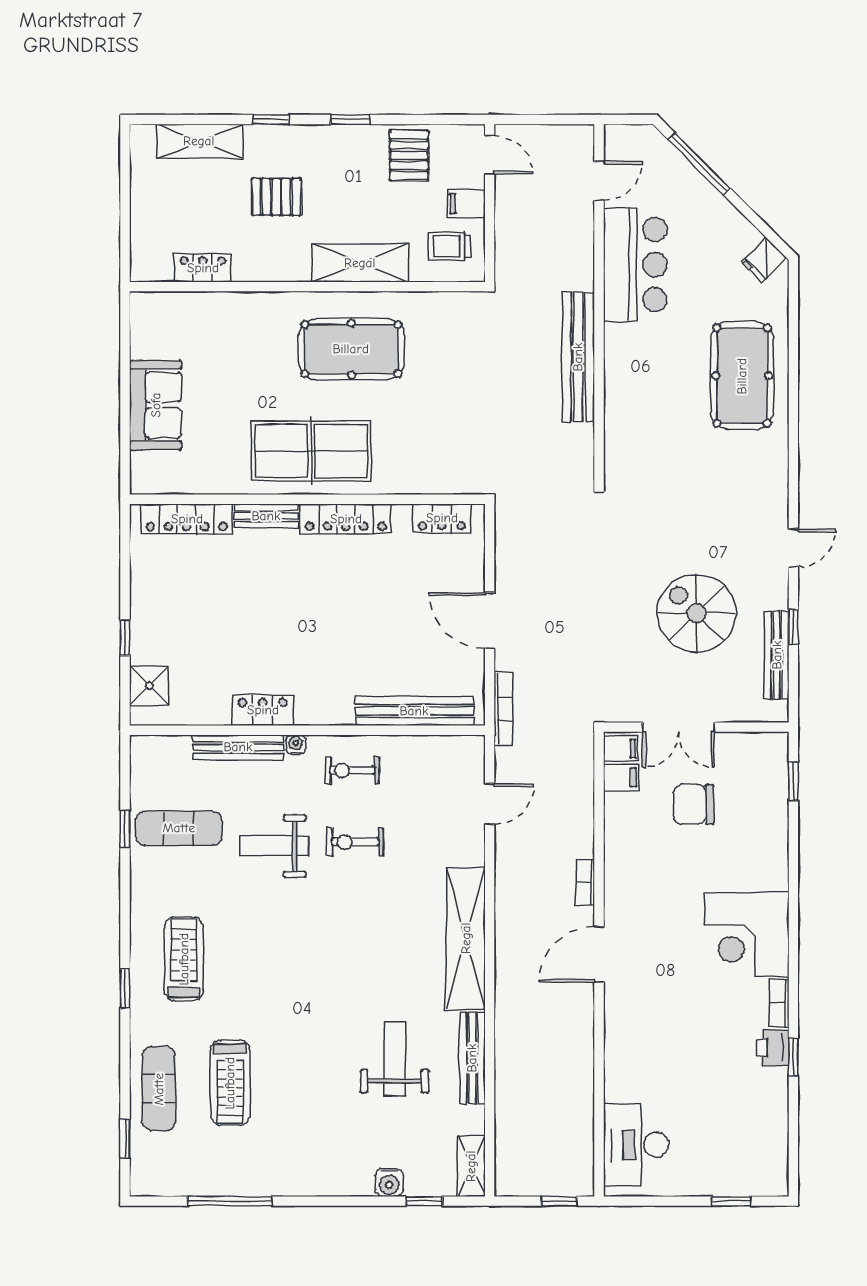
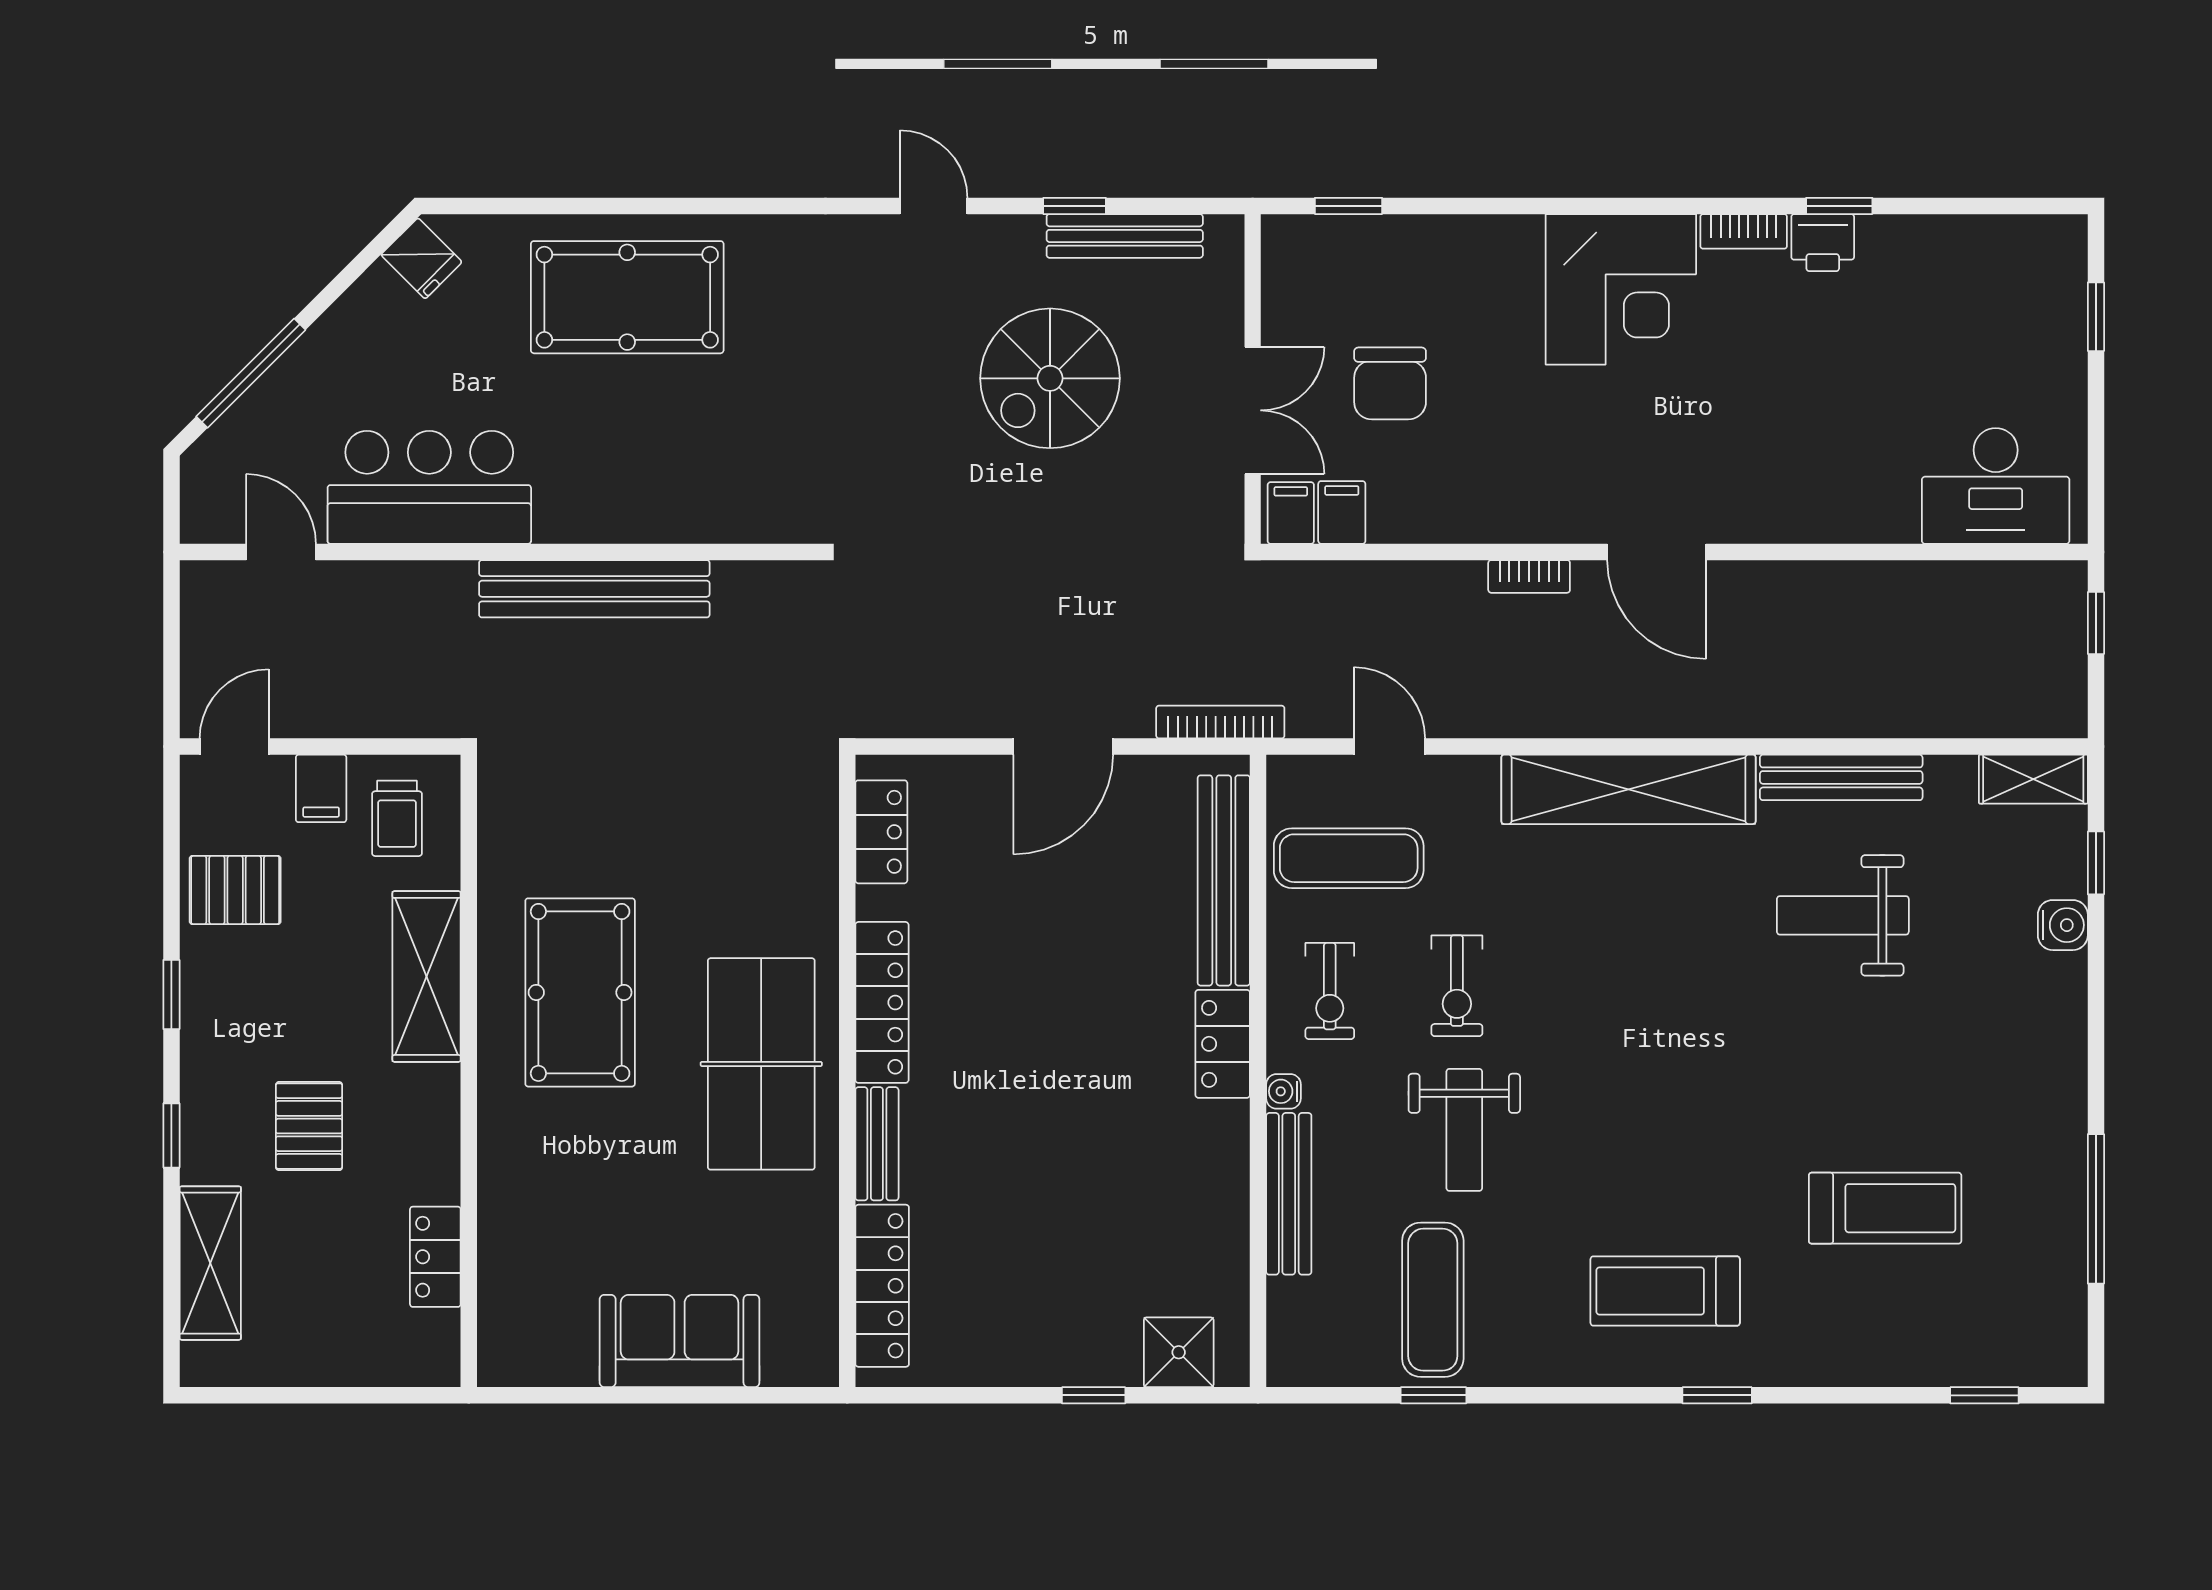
locker: (263, 710) -> (1223, 1044), moved
exercise mat: (159, 1089) -> (1349, 858), moved

